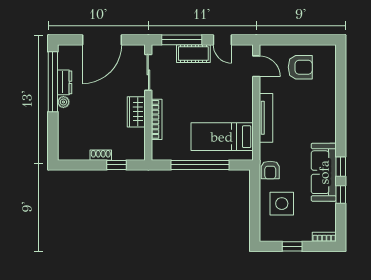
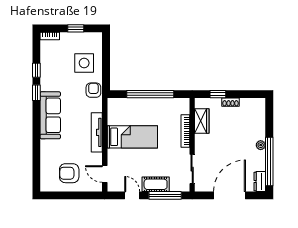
dresser: (65, 82) -> (260, 181), moved
wardrobe: (136, 112) -> (202, 121), moved
bed: (222, 137) -> (132, 137), moved
sofa: (324, 172) -> (50, 115), moved

